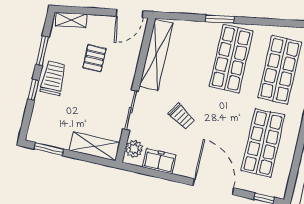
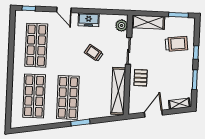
door: (130, 14) -> (153, 114), moved
pallet: (95, 58) -> (141, 78), moved
trolley: (53, 78) -> (176, 44), moved, turned -97
freezer: (159, 161) -> (89, 20), moved
door: (213, 187) -> (64, 10), width x0.53

